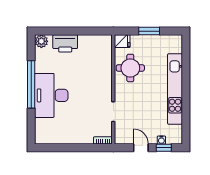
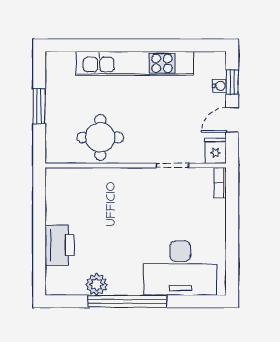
plant: (41, 41) -> (96, 284), moved
fridge: (122, 41) -> (215, 151), moved
desk: (51, 95) -> (180, 268), moved

